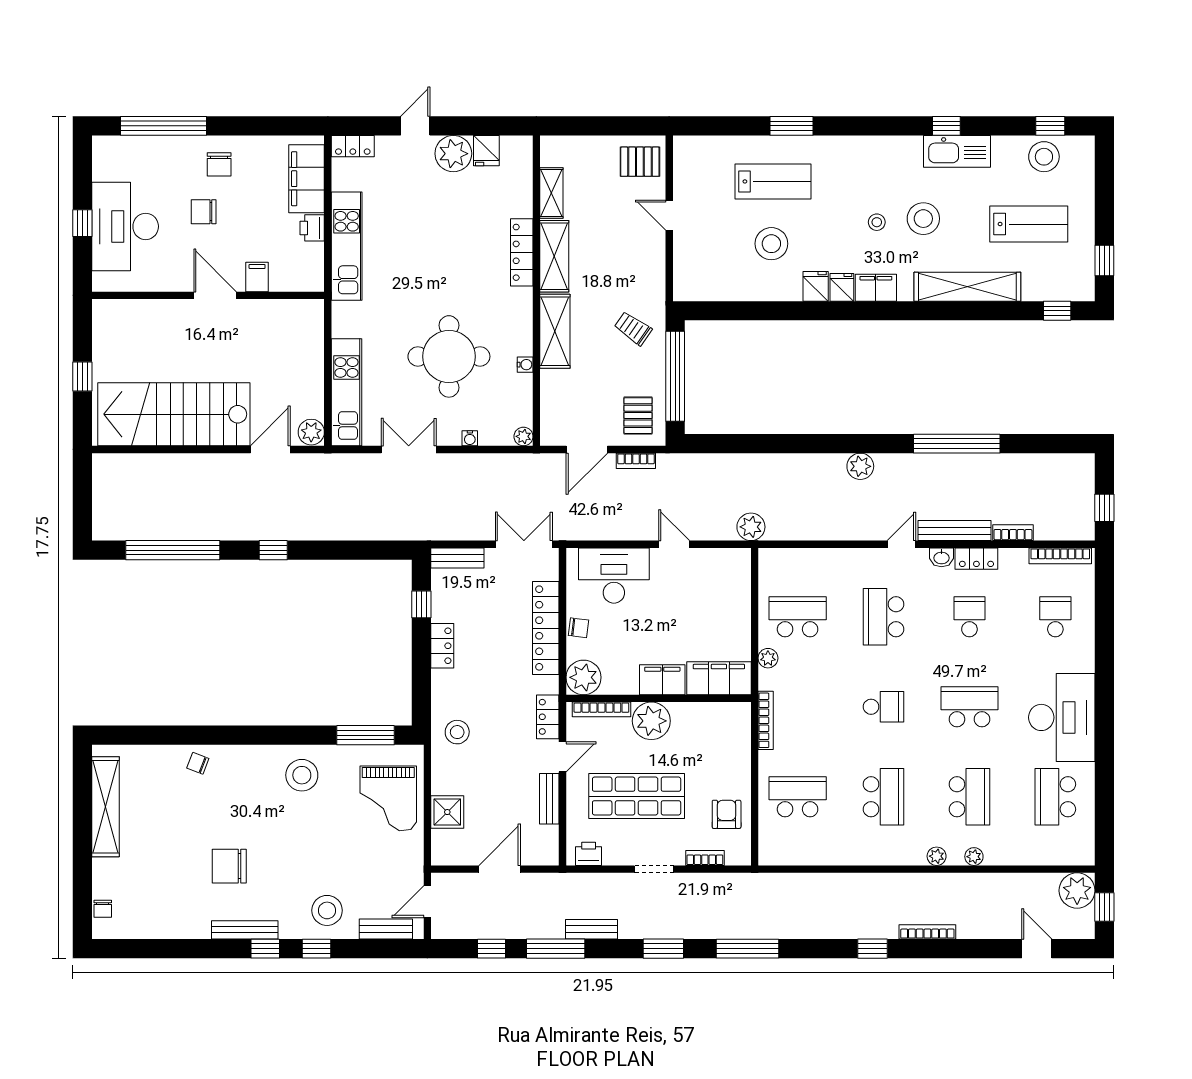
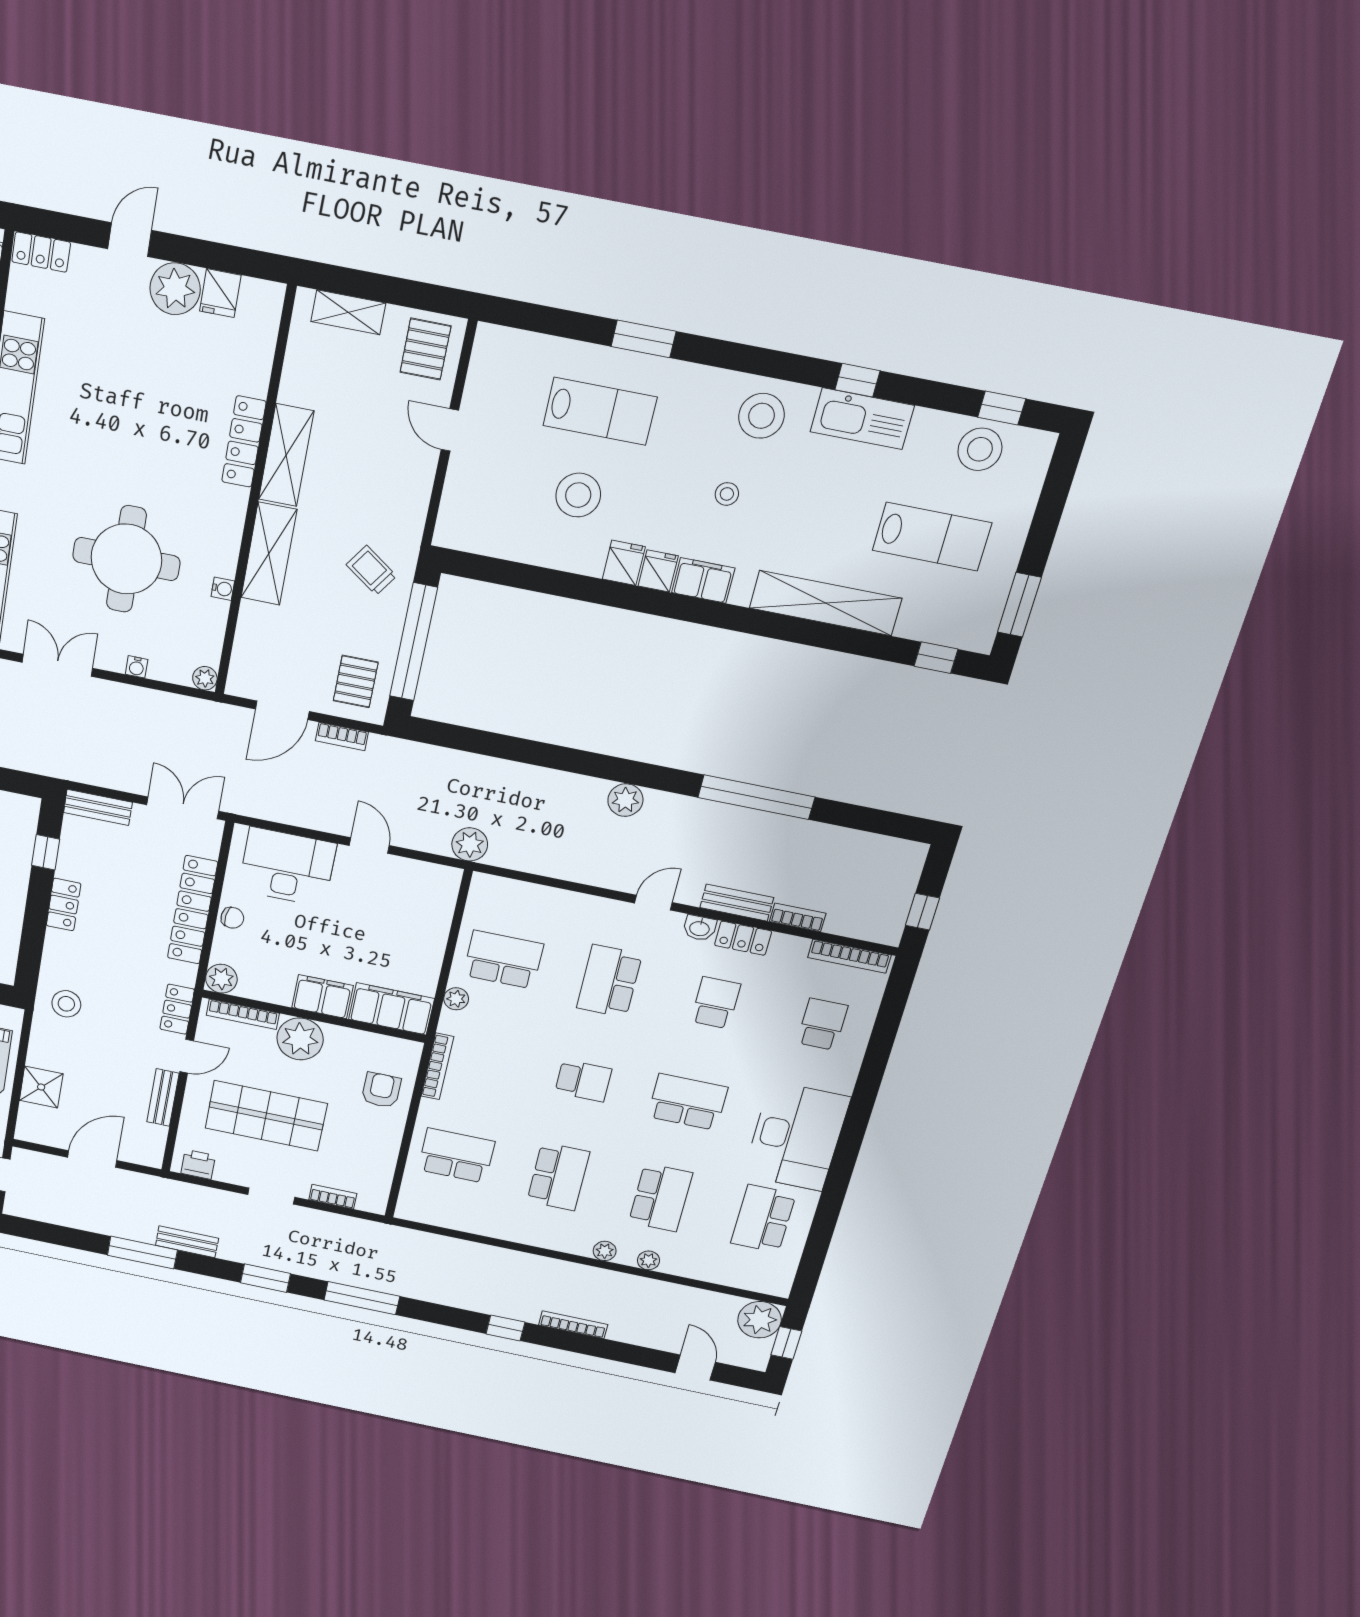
pallet: (640, 162) -> (425, 349), turned 90
shelving: (551, 193) -> (348, 312), moved, turned 90
stool: (923, 219) -> (761, 416), moved
window: (1104, 260) -> (1019, 605), width x1.50
bench: (954, 531) -> (737, 903), width x0.73
plant: (584, 677) -> (221, 979), width x0.73, depth x0.73
armchair: (727, 814) -> (381, 1090), moved
window: (492, 949) -> (69, 1237), removed

